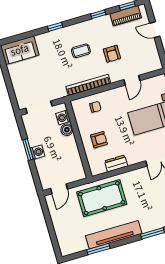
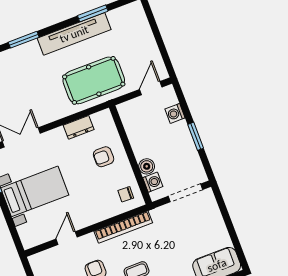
chair: (95, 107) -> (126, 194), moved
washing machine: (37, 152) -> (175, 113), moved

